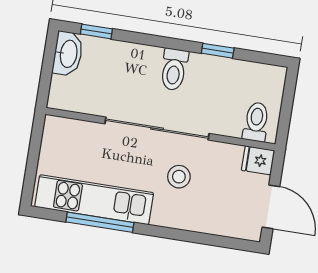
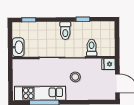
washbasin: (68, 54) -> (18, 47), moved
toilet: (256, 122) -> (92, 48), moved

